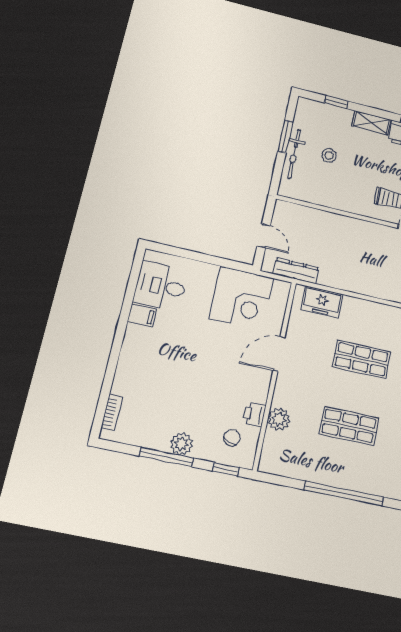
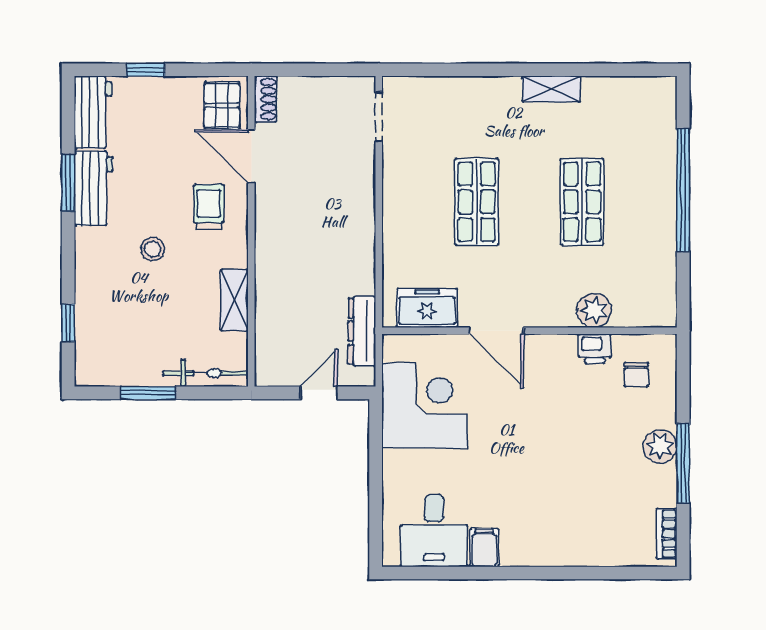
shelving: (371, 123) -> (234, 300), moved
bicycle: (294, 154) -> (206, 373), moved
stool: (329, 155) -> (153, 249), moved
freezer: (322, 302) -> (427, 308), moved, turned -90
bookcase: (112, 412) -> (667, 534), moved, turned -90
chair: (232, 438) -> (636, 375), turned -112
window: (226, 469) -> (683, 373), removed

